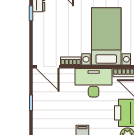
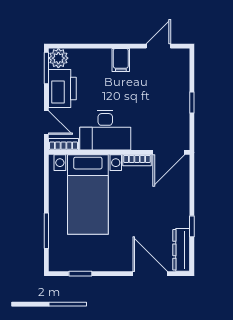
door: (48, 67) -> (169, 152), swing flipped

